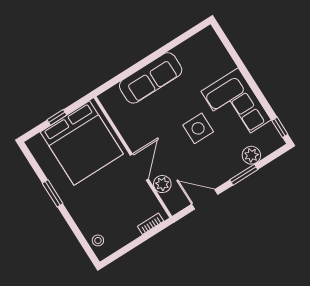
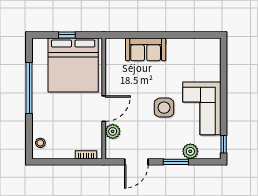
sofa: (151, 78) -> (146, 49), width x0.73
window: (53, 193) -> (29, 88), width x2.11
door: (205, 199) -> (136, 162), swing flipped

